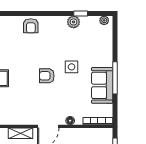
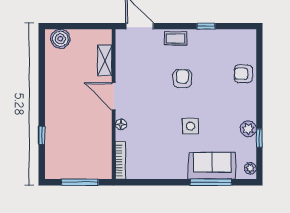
armchair: (47, 76) -> (182, 79), moved
window: (115, 78) -> (211, 182), moved
sofa: (102, 85) -> (212, 166), moved

